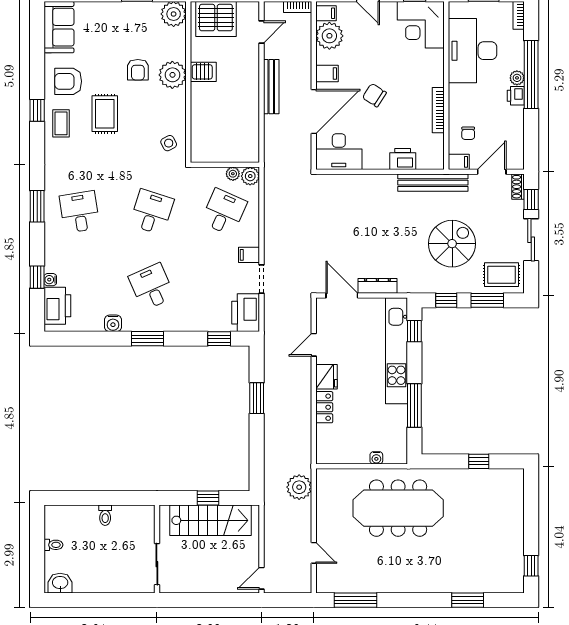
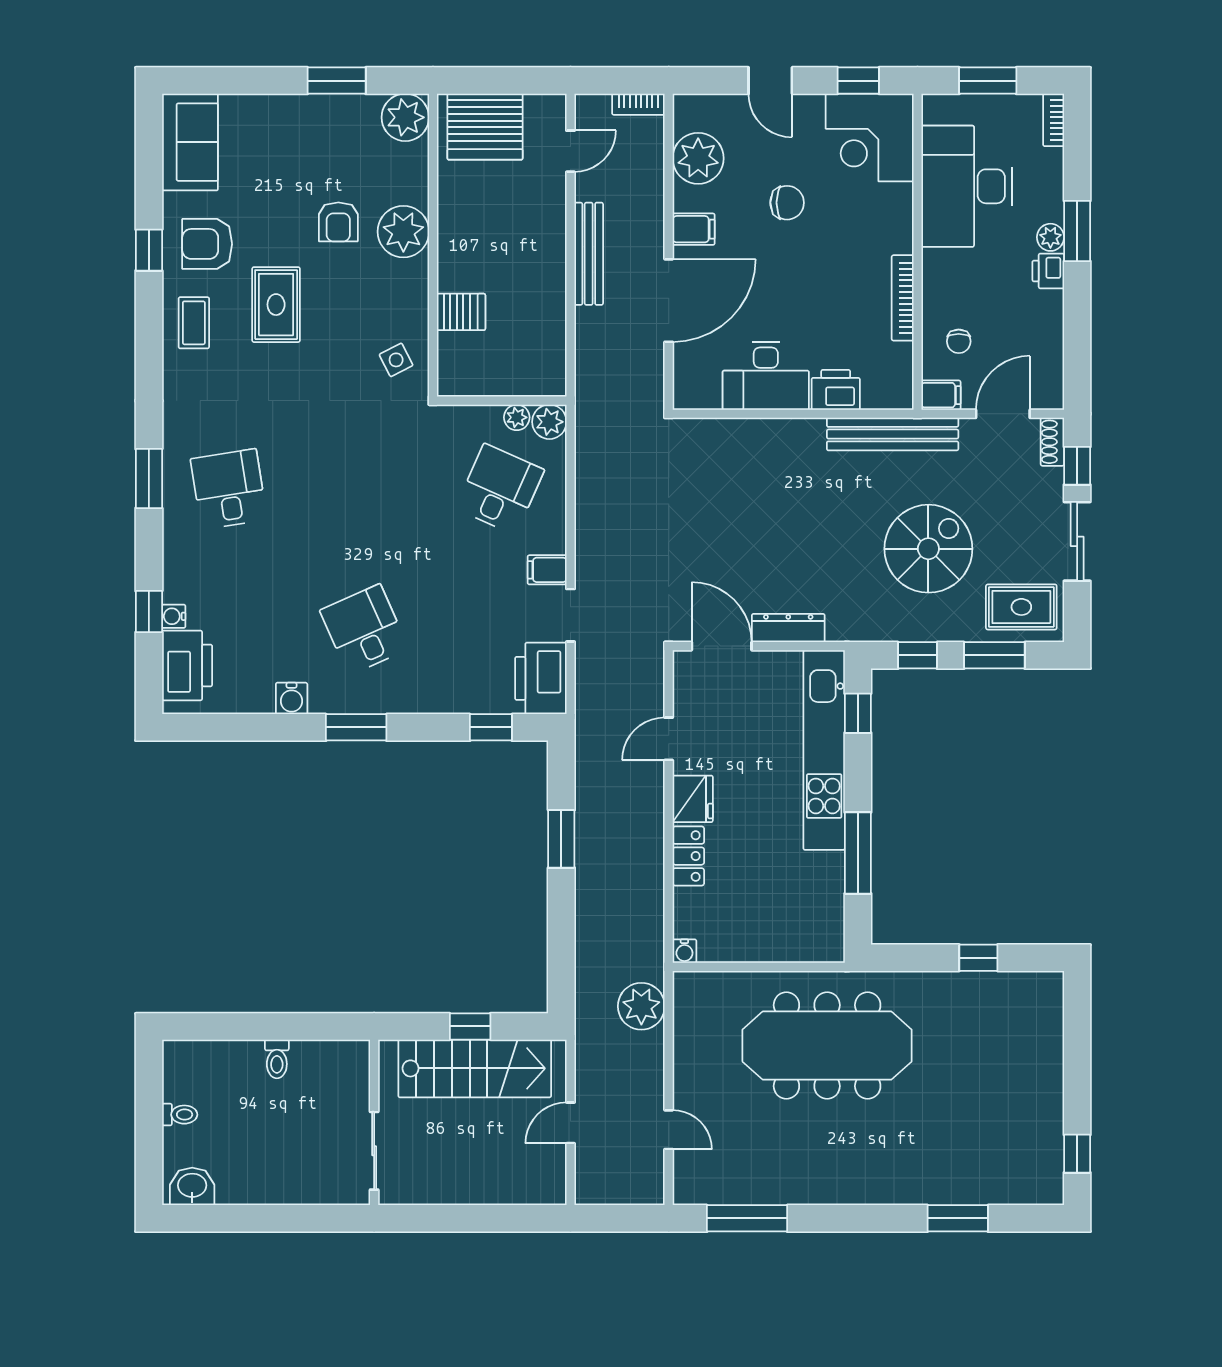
filing cabinet: (326, 13) -> (692, 116), removed
server rack: (203, 72) -> (461, 312), moved
window: (531, 74) -> (1077, 231), width x0.47
chair: (374, 95) -> (787, 203), moved, turned 147
window: (37, 110) -> (149, 250), moved
desk: (339, 152) -> (766, 376), moved
desk: (152, 212) -> (364, 489), removed
water cooler: (376, 458) -> (684, 951), moved
door: (261, 578) -> (570, 1123), moved

